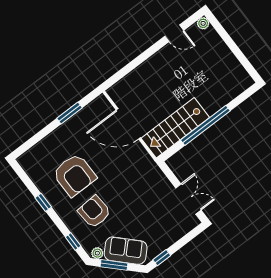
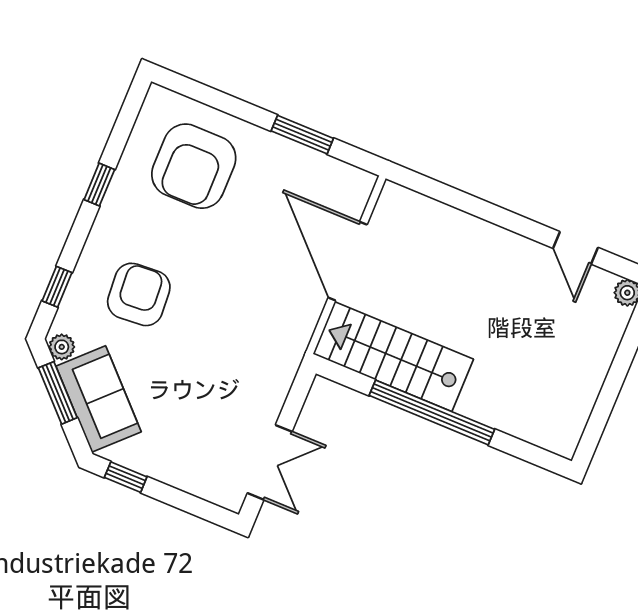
armchair: (74, 175) -> (194, 166), moved

